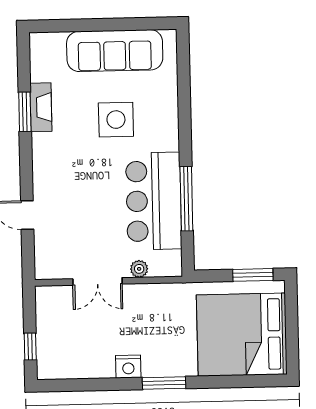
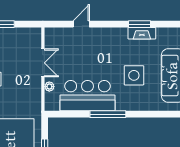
window: (186, 199) -> (108, 114), moved
double door: (97, 281) -> (43, 63), swing flipped

